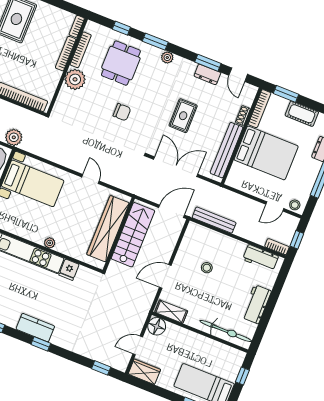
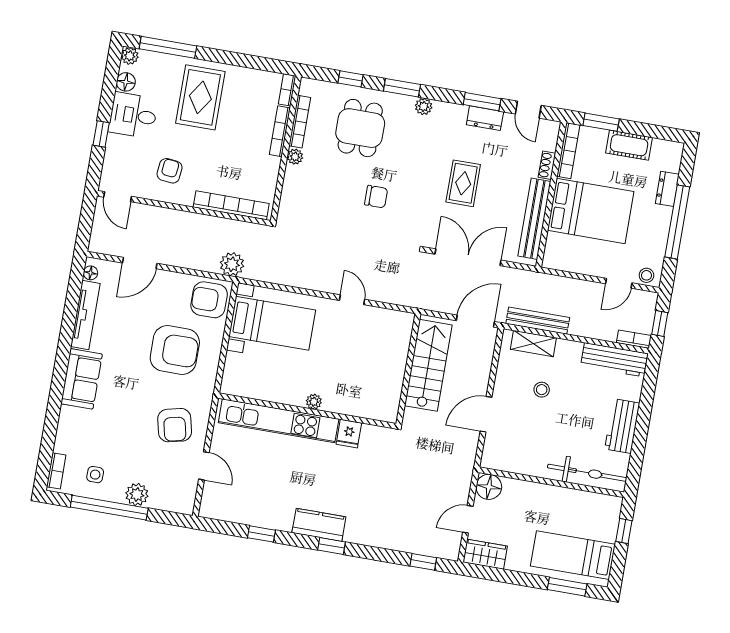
plant: (75, 79) -> (295, 157), width x0.53, depth x0.53
wardrobe: (108, 229) -> (392, 364), removed
workbench: (261, 258) -> (614, 360), width x1.38
shelving: (171, 312) -> (533, 344), moved

